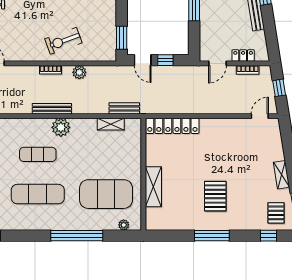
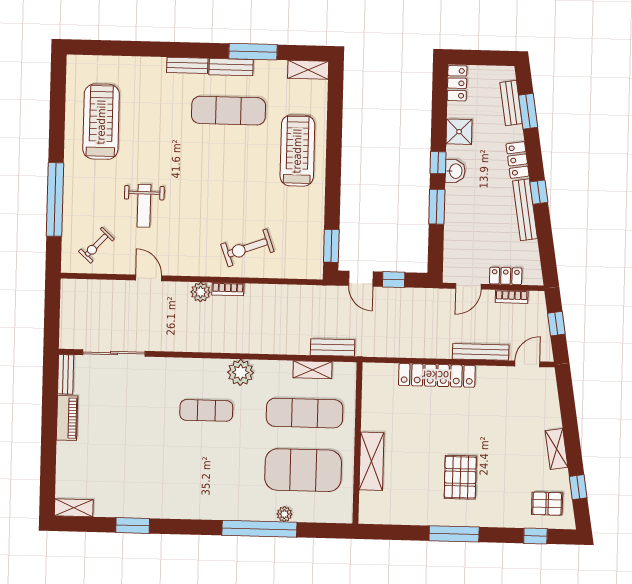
plant: (79, 72) -> (201, 292), moved
bench: (52, 109) -> (481, 352), moved
locker: (172, 126) -> (437, 375), moved
exercise mat: (38, 194) -> (305, 413), moved
pallet: (276, 213) -> (547, 504), turned 90
plant: (124, 225) -> (284, 514), moved

